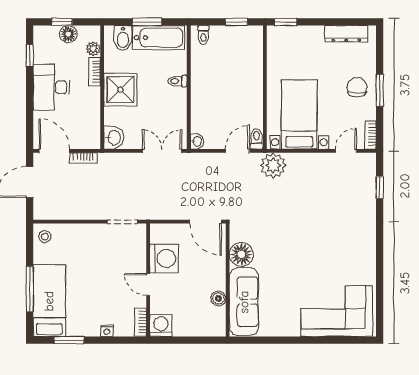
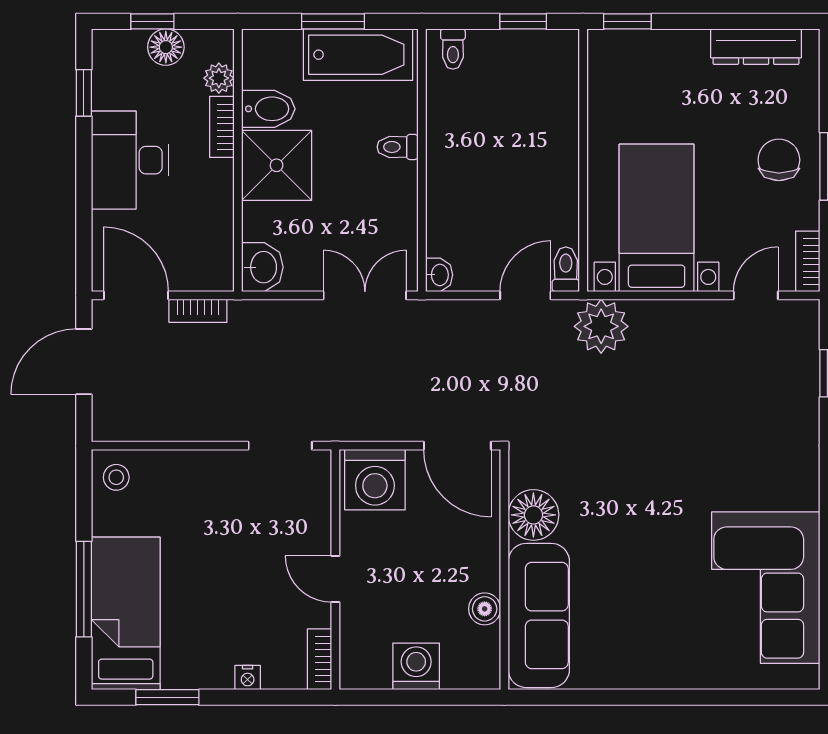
bidet: (123, 38) -> (268, 109), moved, turned -90
washing machine: (164, 258) -> (375, 480), moved, turned 90
corner sofa: (337, 311) -> (766, 588), moved, turned -90
washing machine: (161, 326) -> (416, 666), moved

